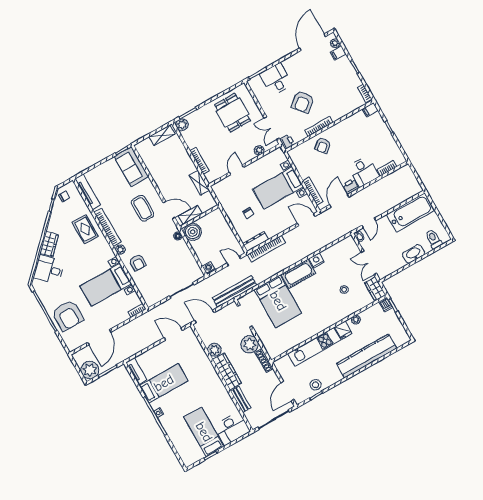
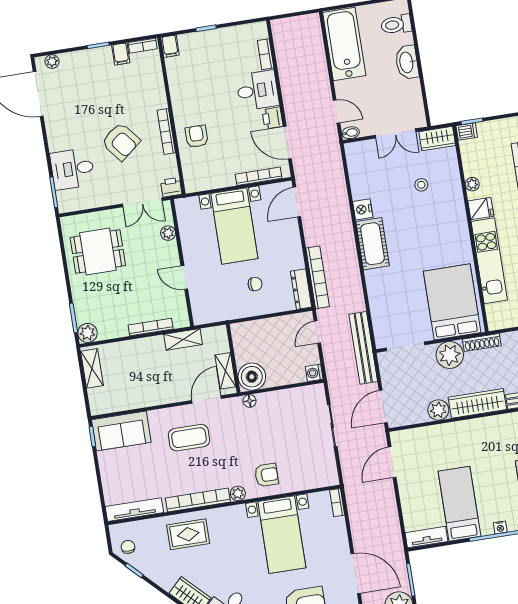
filing cabinet: (338, 53) -> (121, 54), moved
armchair: (323, 146) -> (197, 136), turned -141
bed: (278, 301) -> (452, 302), moved, turned -90

